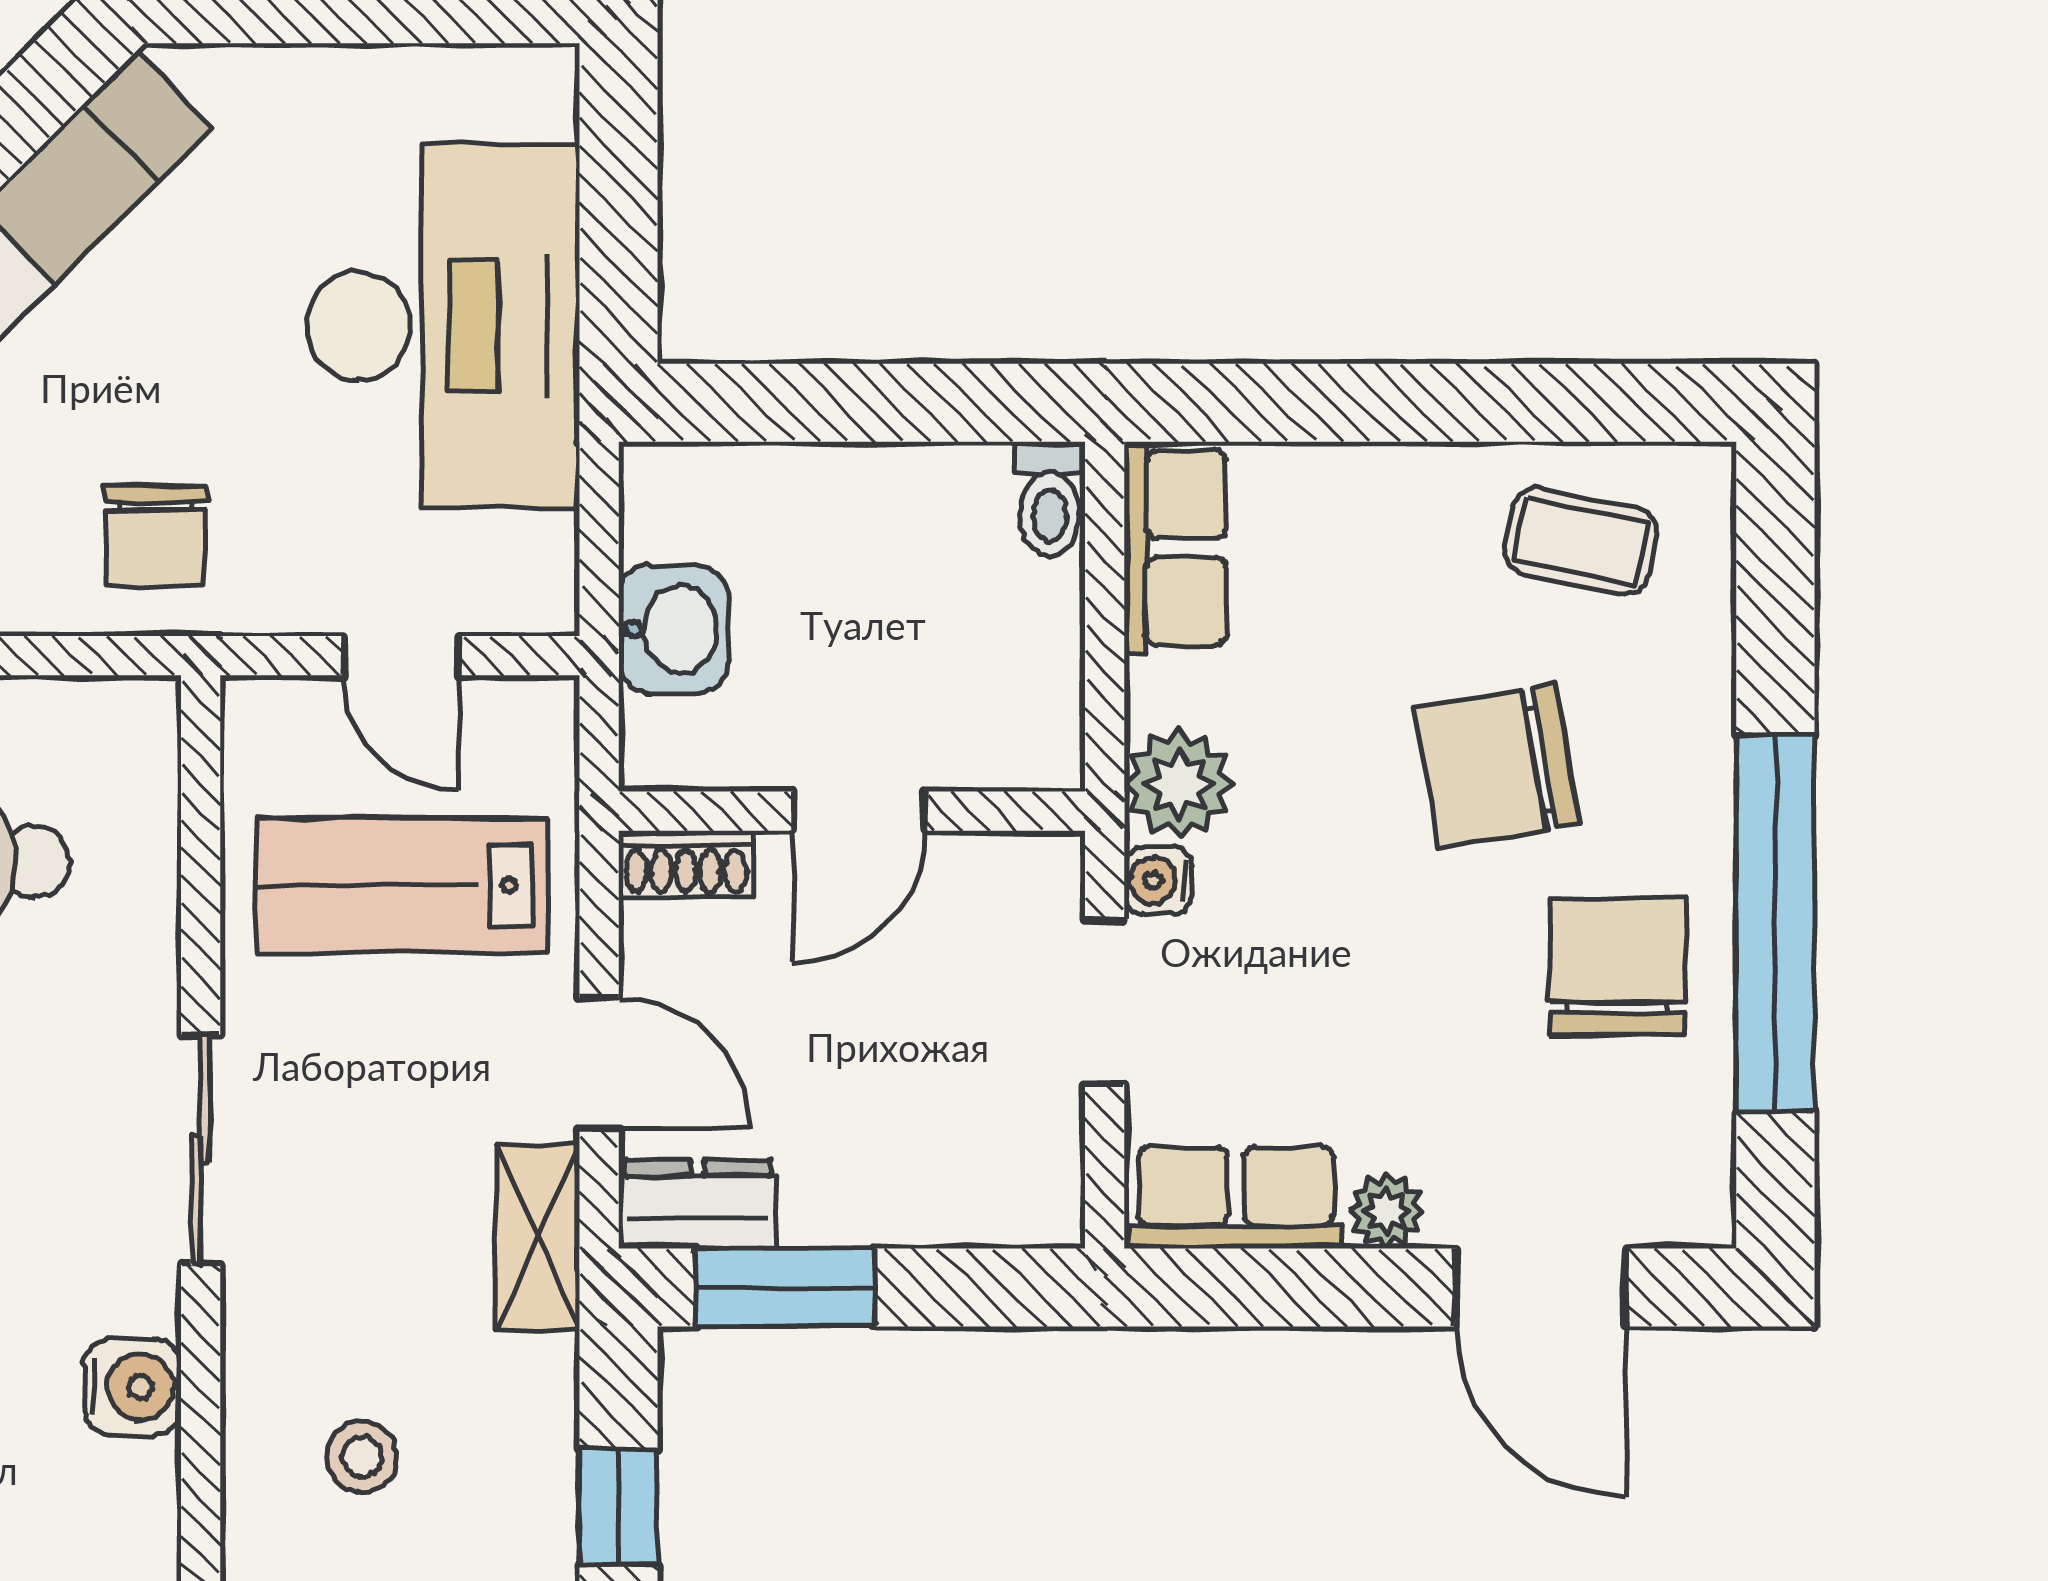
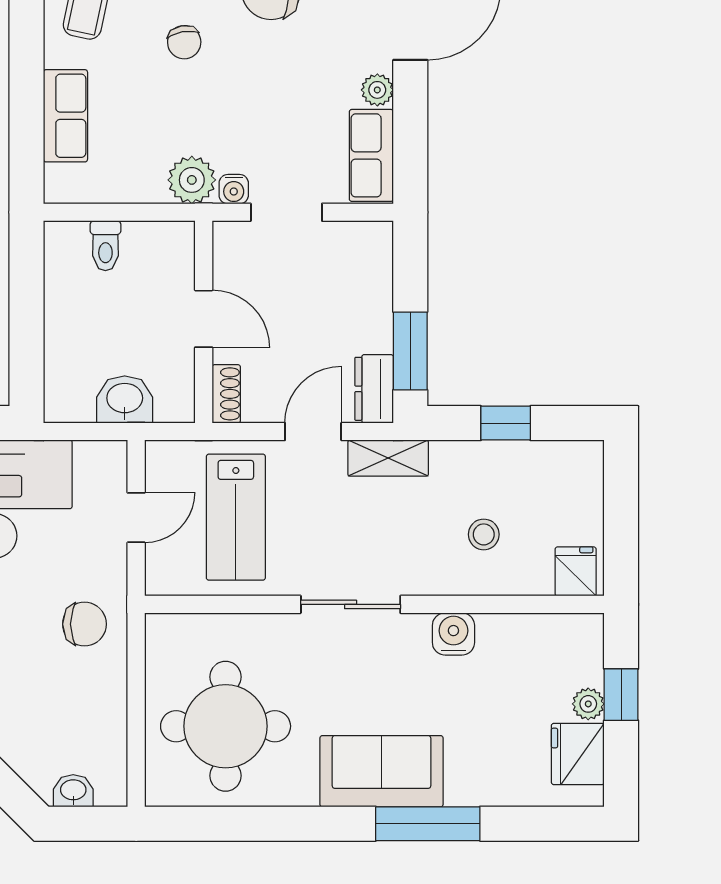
toilet: (1050, 499) -> (105, 246), moved, turned 90
row of seats: (1175, 548) -> (65, 116), moved, turned 90
chair: (1497, 766) -> (184, 42), width x0.54, depth x0.54

